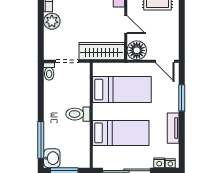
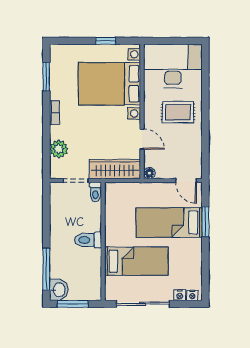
plant: (52, 21) -> (59, 149), moved
floor lamp: (137, 50) -> (149, 173), width x0.53, depth x0.53
toilet: (49, 71) -> (95, 192), moved
bed: (122, 90) -> (169, 223), moved, turned 180
tv unit: (173, 128) -> (196, 256), removed

